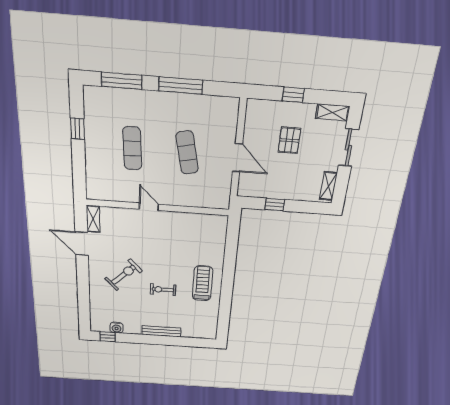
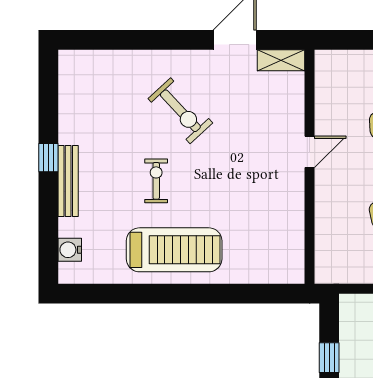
treadmill: (203, 283) -> (174, 250), width x1.37, depth x1.38
water cooler: (117, 328) -> (70, 250), moved
window: (108, 337) -> (48, 158), moved

